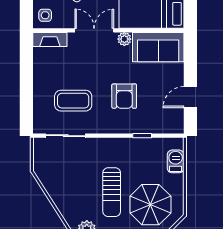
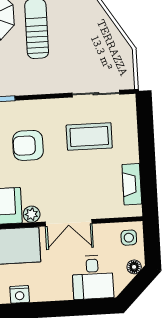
fireplace: (50, 39) -> (132, 184), moved, turned -90
armchair: (124, 96) -> (28, 145), turned -90

